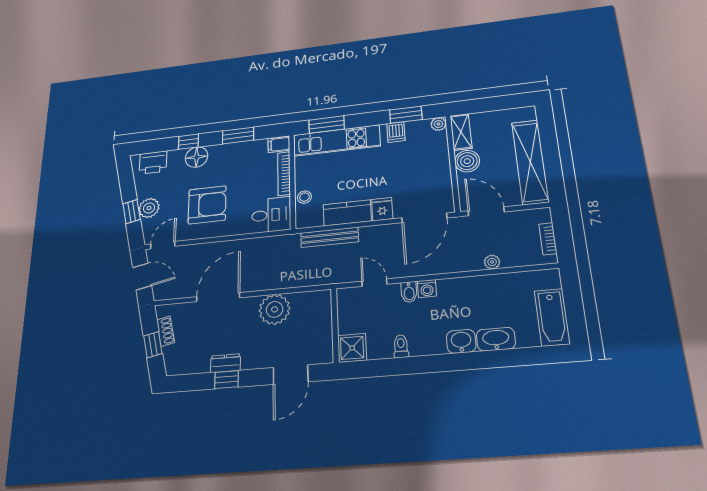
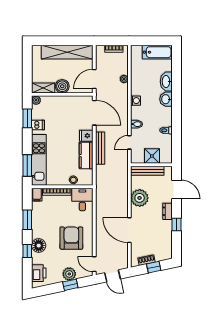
bench: (329, 237) -> (100, 148), moved
door: (142, 277) -> (113, 276), swing flipped
washing machine: (427, 289) -> (136, 101), moved
bench: (324, 319) -> (147, 171), added
shower: (352, 348) -> (152, 156), moved
dresser: (225, 363) -> (167, 211), moved

